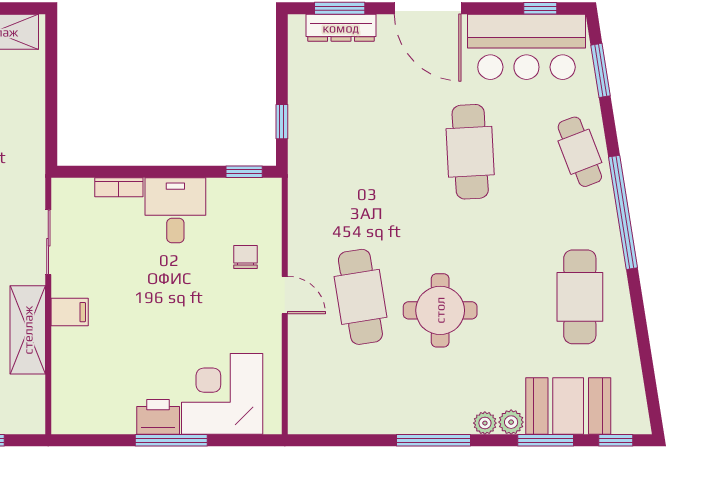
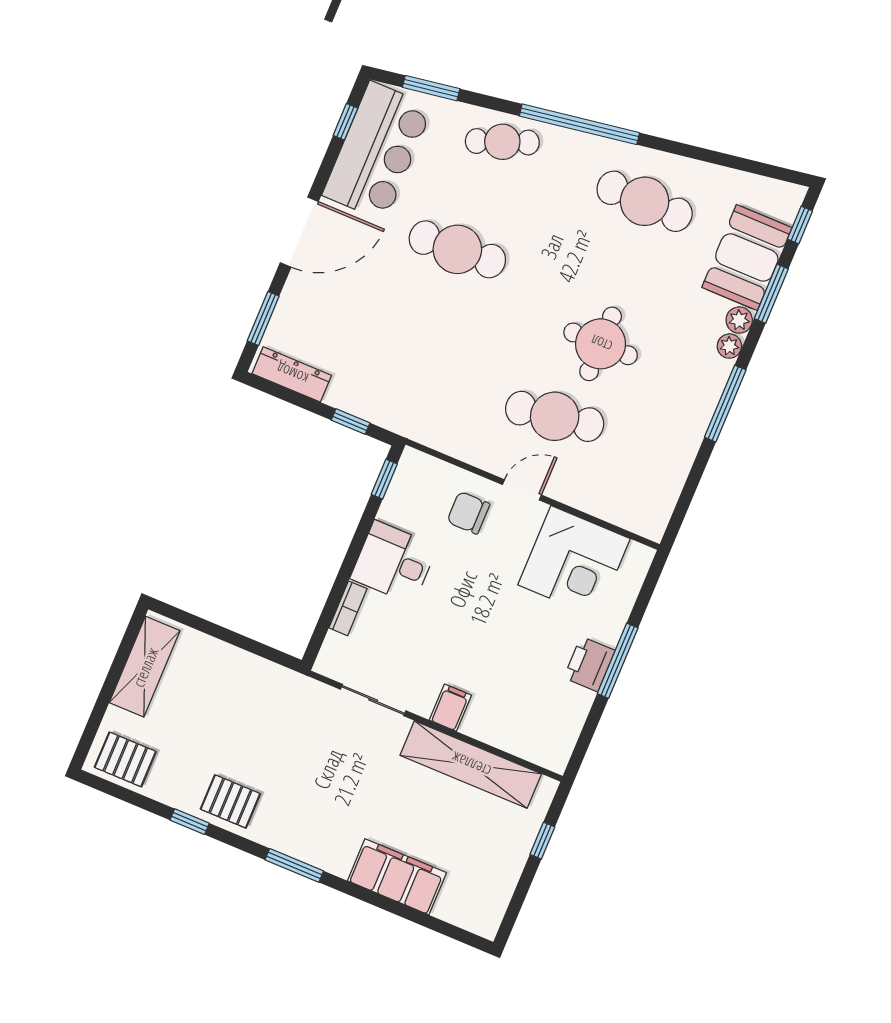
dresser: (341, 28) -> (292, 374), moved, turned -90
chair: (245, 257) -> (468, 513), width x1.37, depth x1.37
shelving: (28, 330) -> (471, 765), width x1.47
corner desk: (222, 394) -> (574, 562), moved, turned -90

